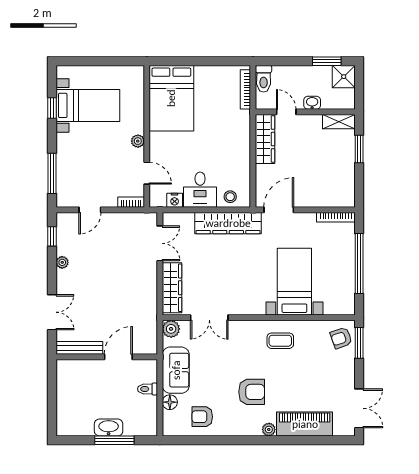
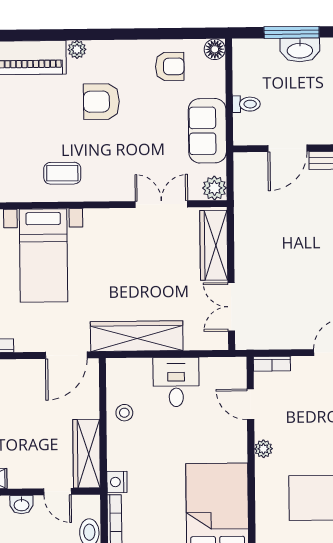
stool: (230, 197) -> (124, 413), moved
nightstand: (175, 200) -> (117, 482), moved, turned -90
floor lamp: (170, 402) -> (215, 49), moved

